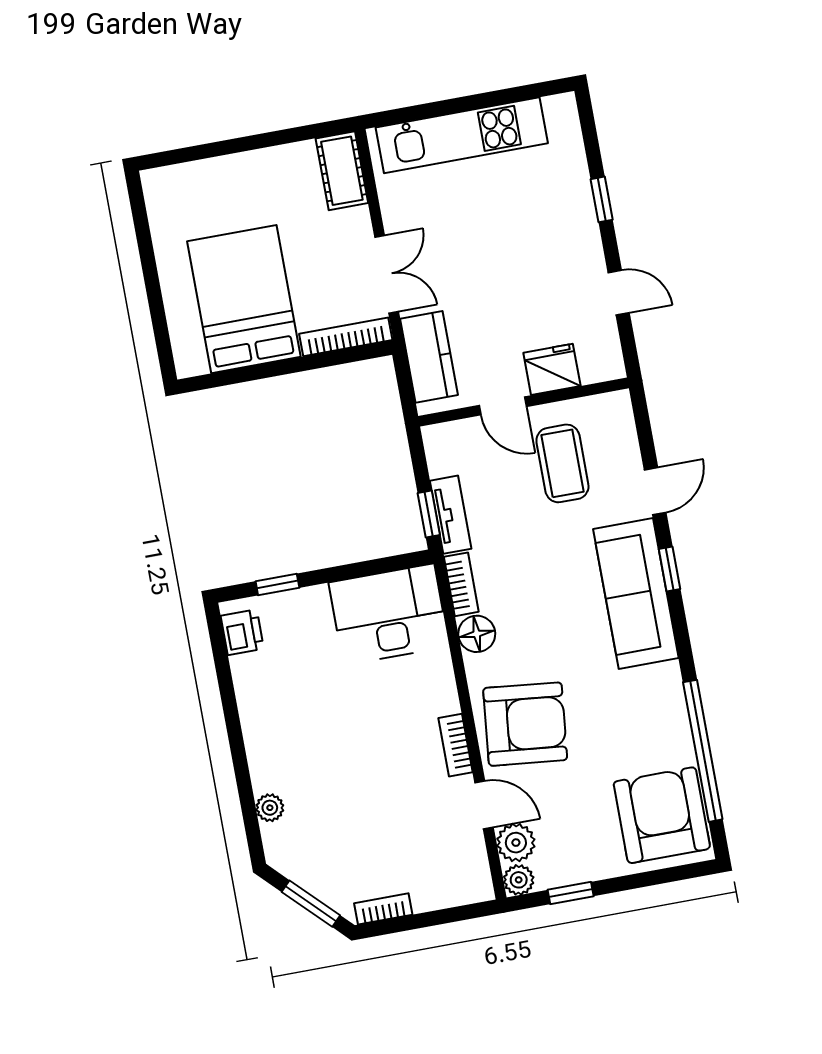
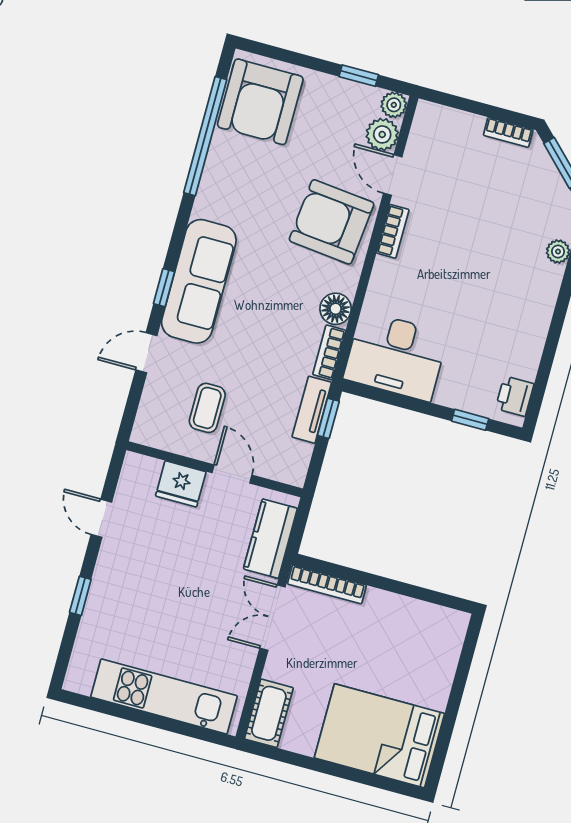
bed: (244, 299) -> (379, 736), moved, turned 90
coffee table: (562, 463) -> (207, 408), width x0.73, depth x0.77

